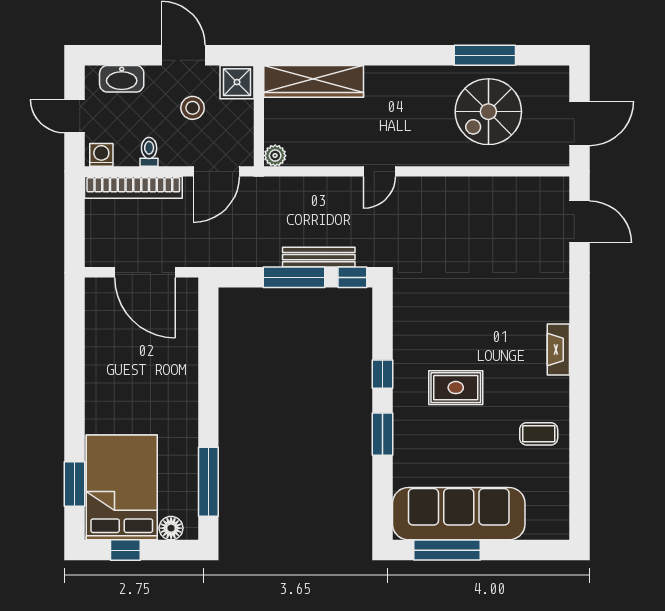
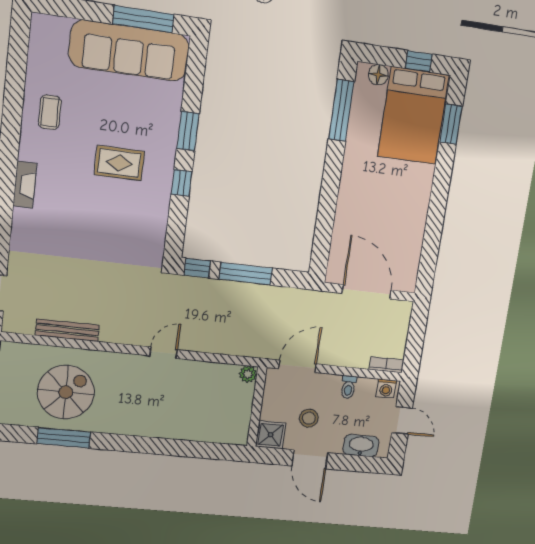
wardrobe: (314, 81) -> (209, 430), removed
bookcase: (133, 187) -> (386, 365), width x0.43, depth x0.76
bench: (319, 257) -> (67, 330), moved
coffee table: (539, 434) -> (50, 112), turned 90

